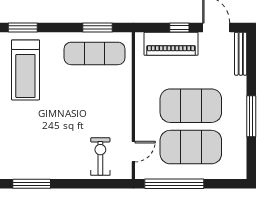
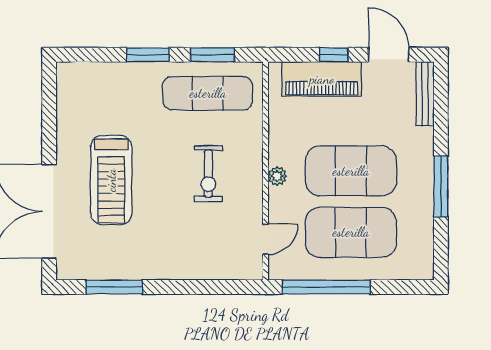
window: (23, 28) -> (148, 55), moved
treadmill: (25, 70) -> (111, 180), moved
plant: (141, 109) -> (277, 176), added
exercise bike: (100, 156) -> (208, 174), moved, turned 180

